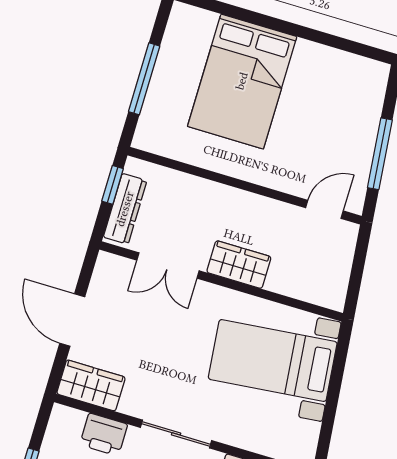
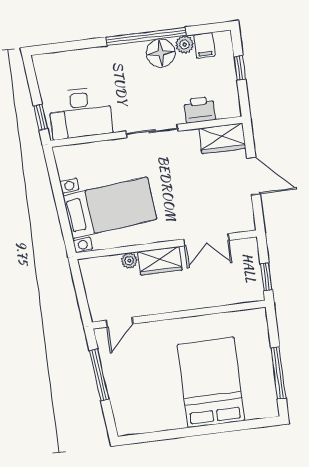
window: (144, 79) -> (278, 373), moved
dresser: (125, 209) -> (251, 265), removed
double door: (168, 265) -> (206, 240), swing flipped
plant: (278, 282) -> (129, 261), added

